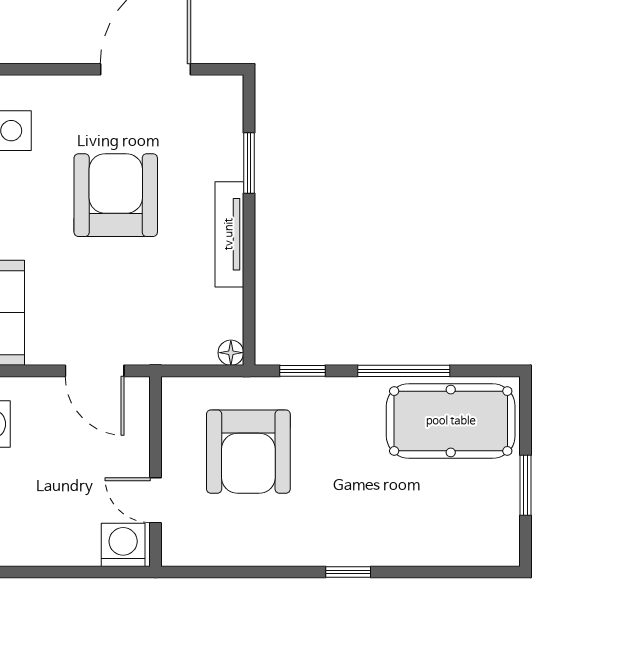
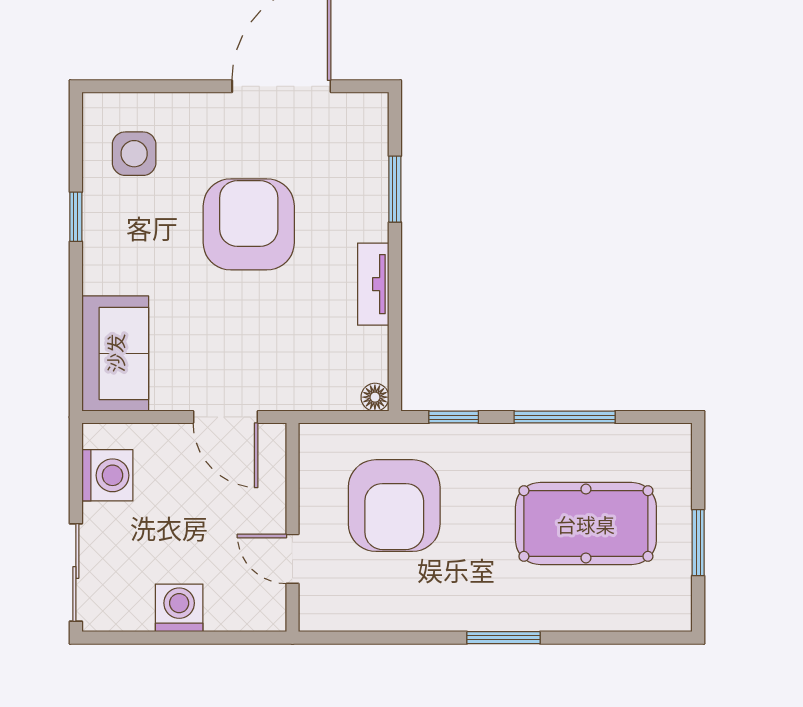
tv unit: (229, 234) -> (373, 284), width x0.71
pool table: (451, 421) -> (586, 524), moved
washing machine: (123, 545) -> (179, 608), moved
window: (348, 572) -> (503, 638), width x1.50

